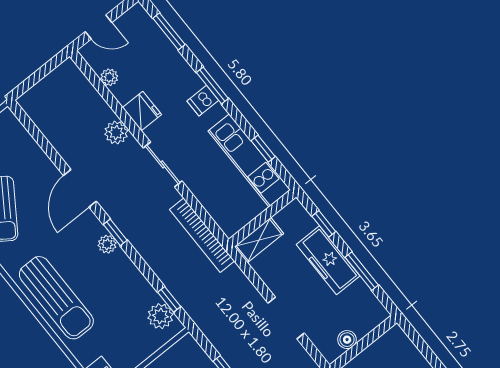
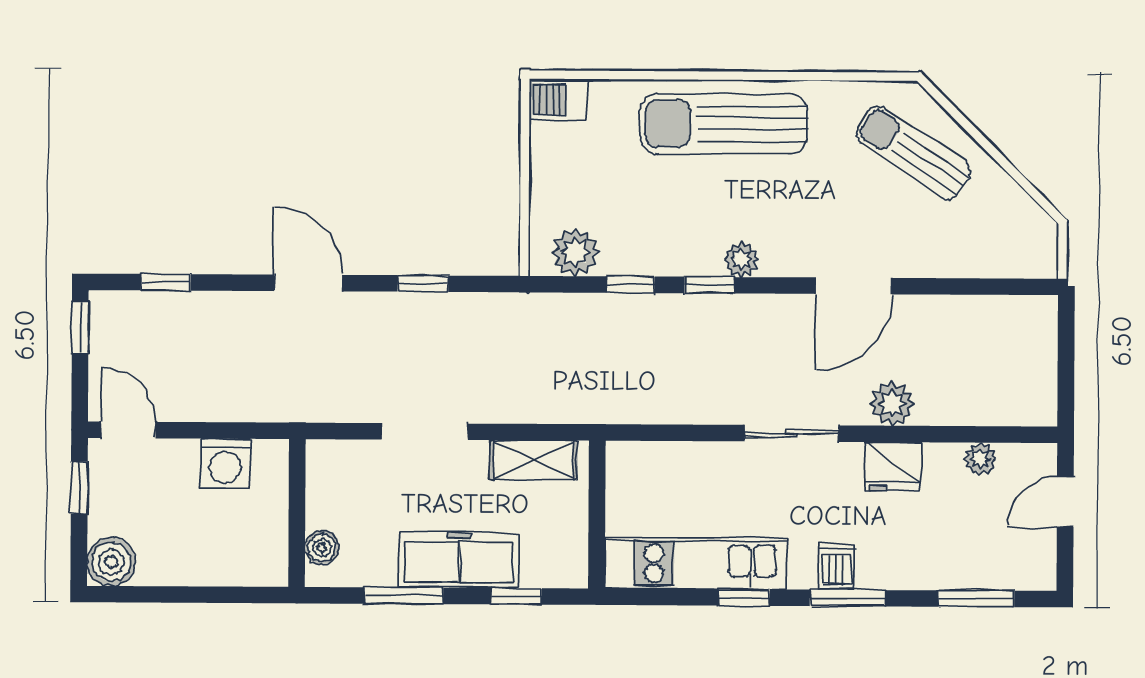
window: (263, 149) -> (744, 598), moved
door: (80, 188) -> (854, 286), swing flipped
window: (115, 232) -> (710, 285), moved
bookcase: (202, 235) -> (643, 407), removed
shelving: (259, 240) -> (533, 460), moved, turned 90
window: (169, 299) -> (631, 285), moved
boiler: (347, 340) -> (322, 548), moved

